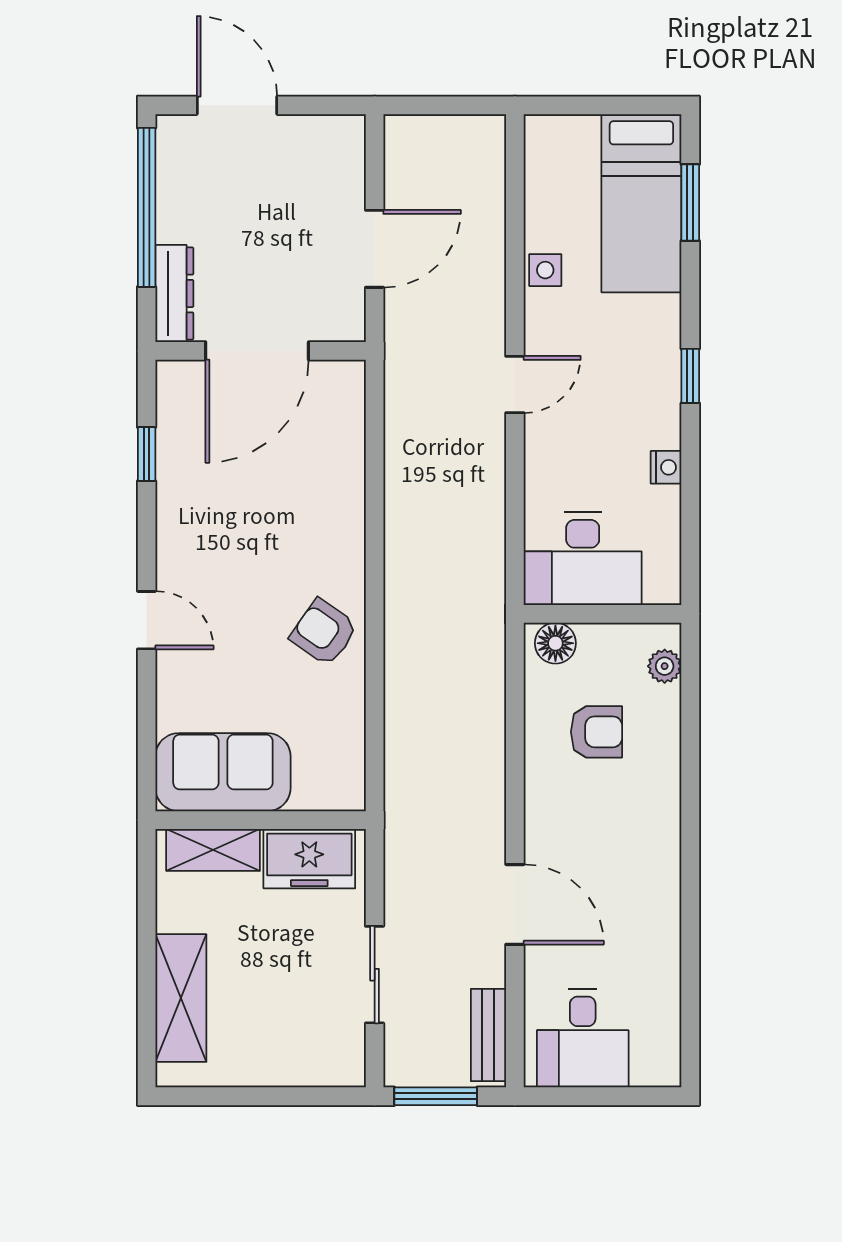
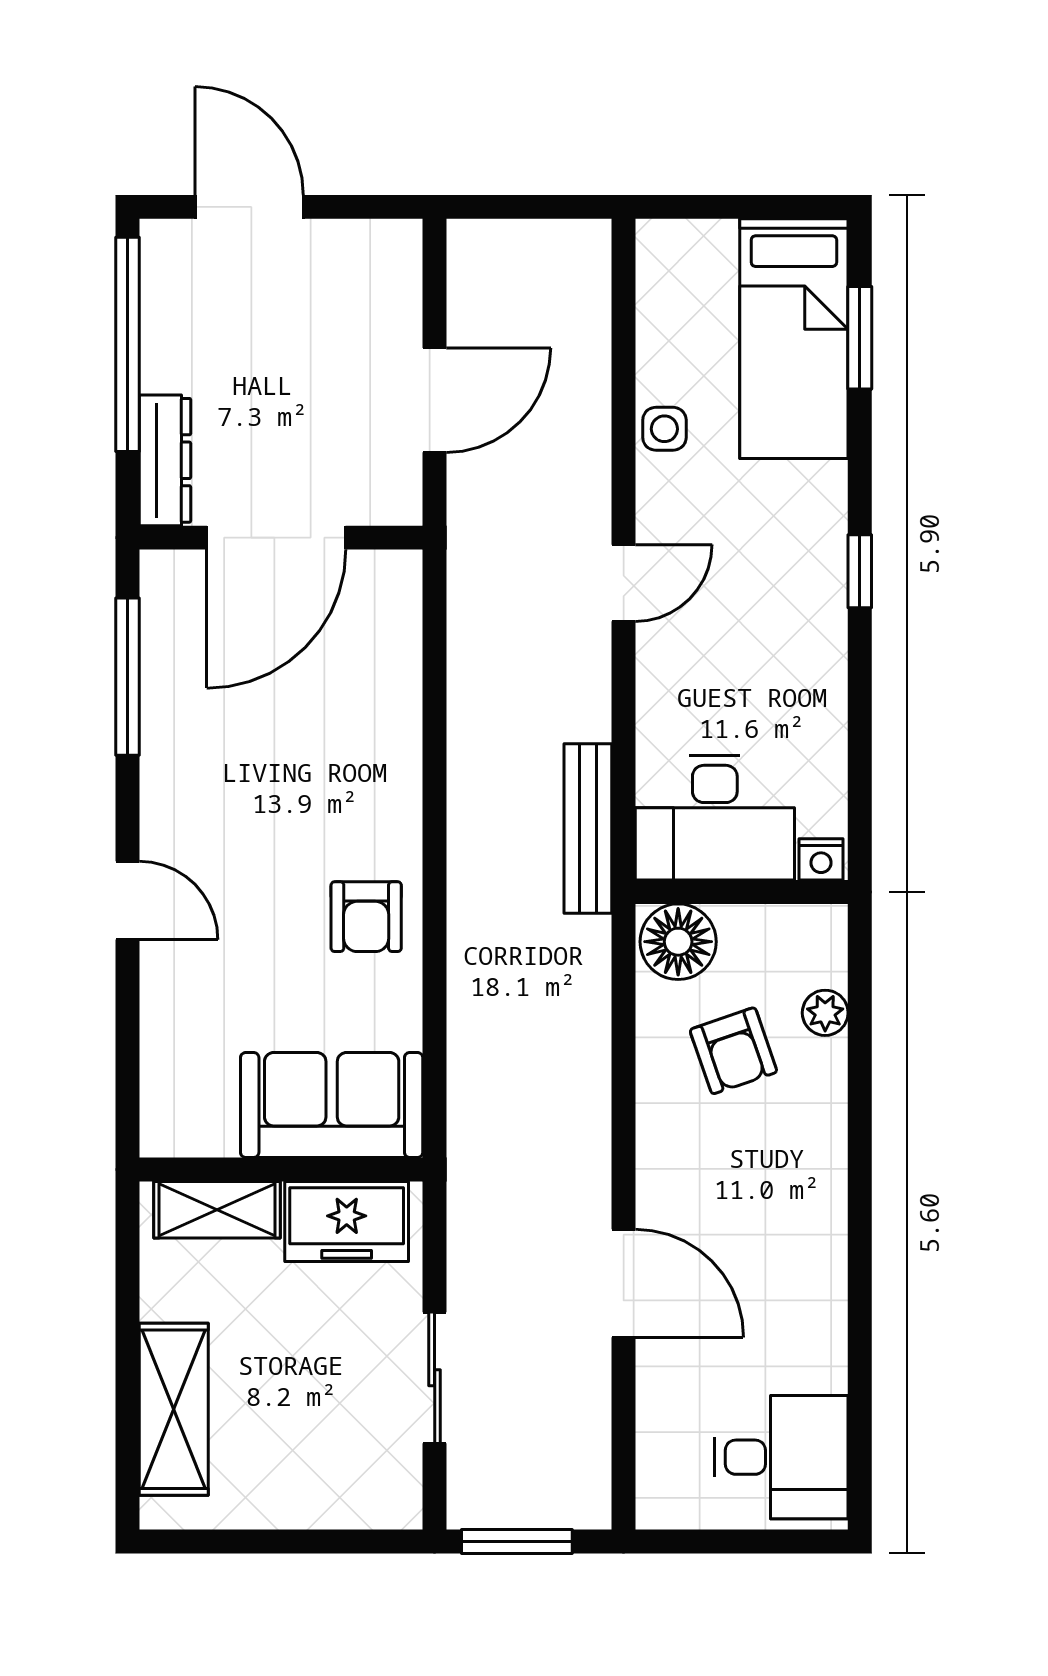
window: (147, 454) -> (127, 677), width x2.17
nightstand: (666, 467) -> (821, 859), moved, turned 90
armchair: (324, 632) -> (366, 917), turned -125
floor lamp: (555, 643) -> (678, 942), width x1.38, depth x1.38
plant: (665, 666) -> (825, 1013), moved
armchair: (596, 732) -> (733, 1051), turned 71
sofa: (223, 772) -> (332, 1105), moved
bench: (488, 1035) -> (588, 829), moved, width x1.36
desk: (583, 1038) -> (781, 1457), moved, turned -90

